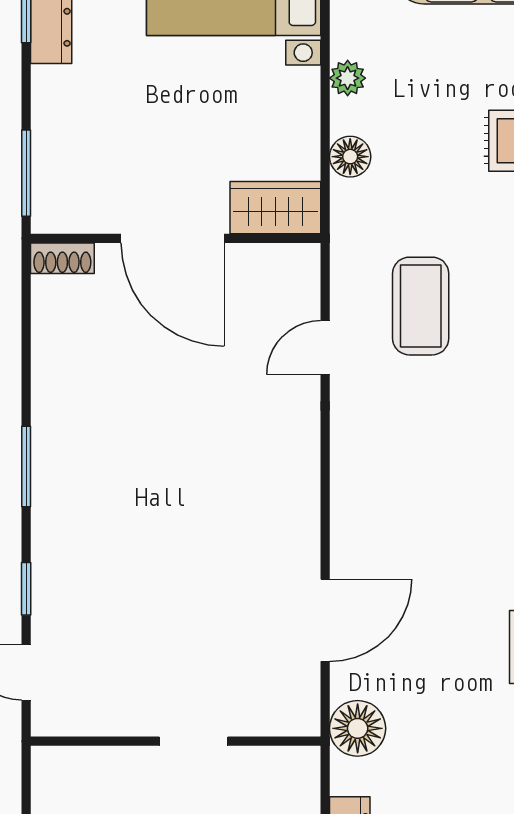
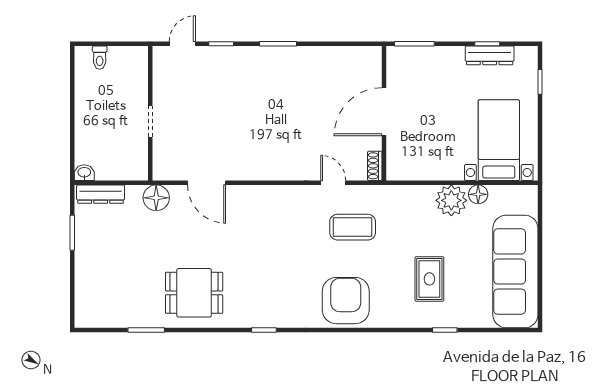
plant: (348, 78) -> (451, 200), width x1.88, depth x1.88
floor lamp: (350, 157) -> (478, 194), moved
wardrobe: (275, 208) -> (398, 160), removed
shoe rack: (62, 258) -> (375, 166), moved

